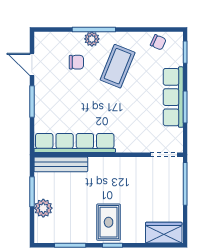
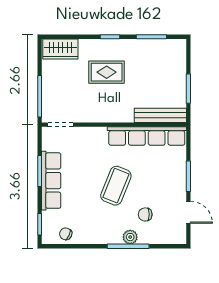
coffee table: (118, 66) -> (116, 186), moved
plant: (43, 208) -> (177, 73), removed
rug: (109, 222) -> (107, 72), moved, turned 90

